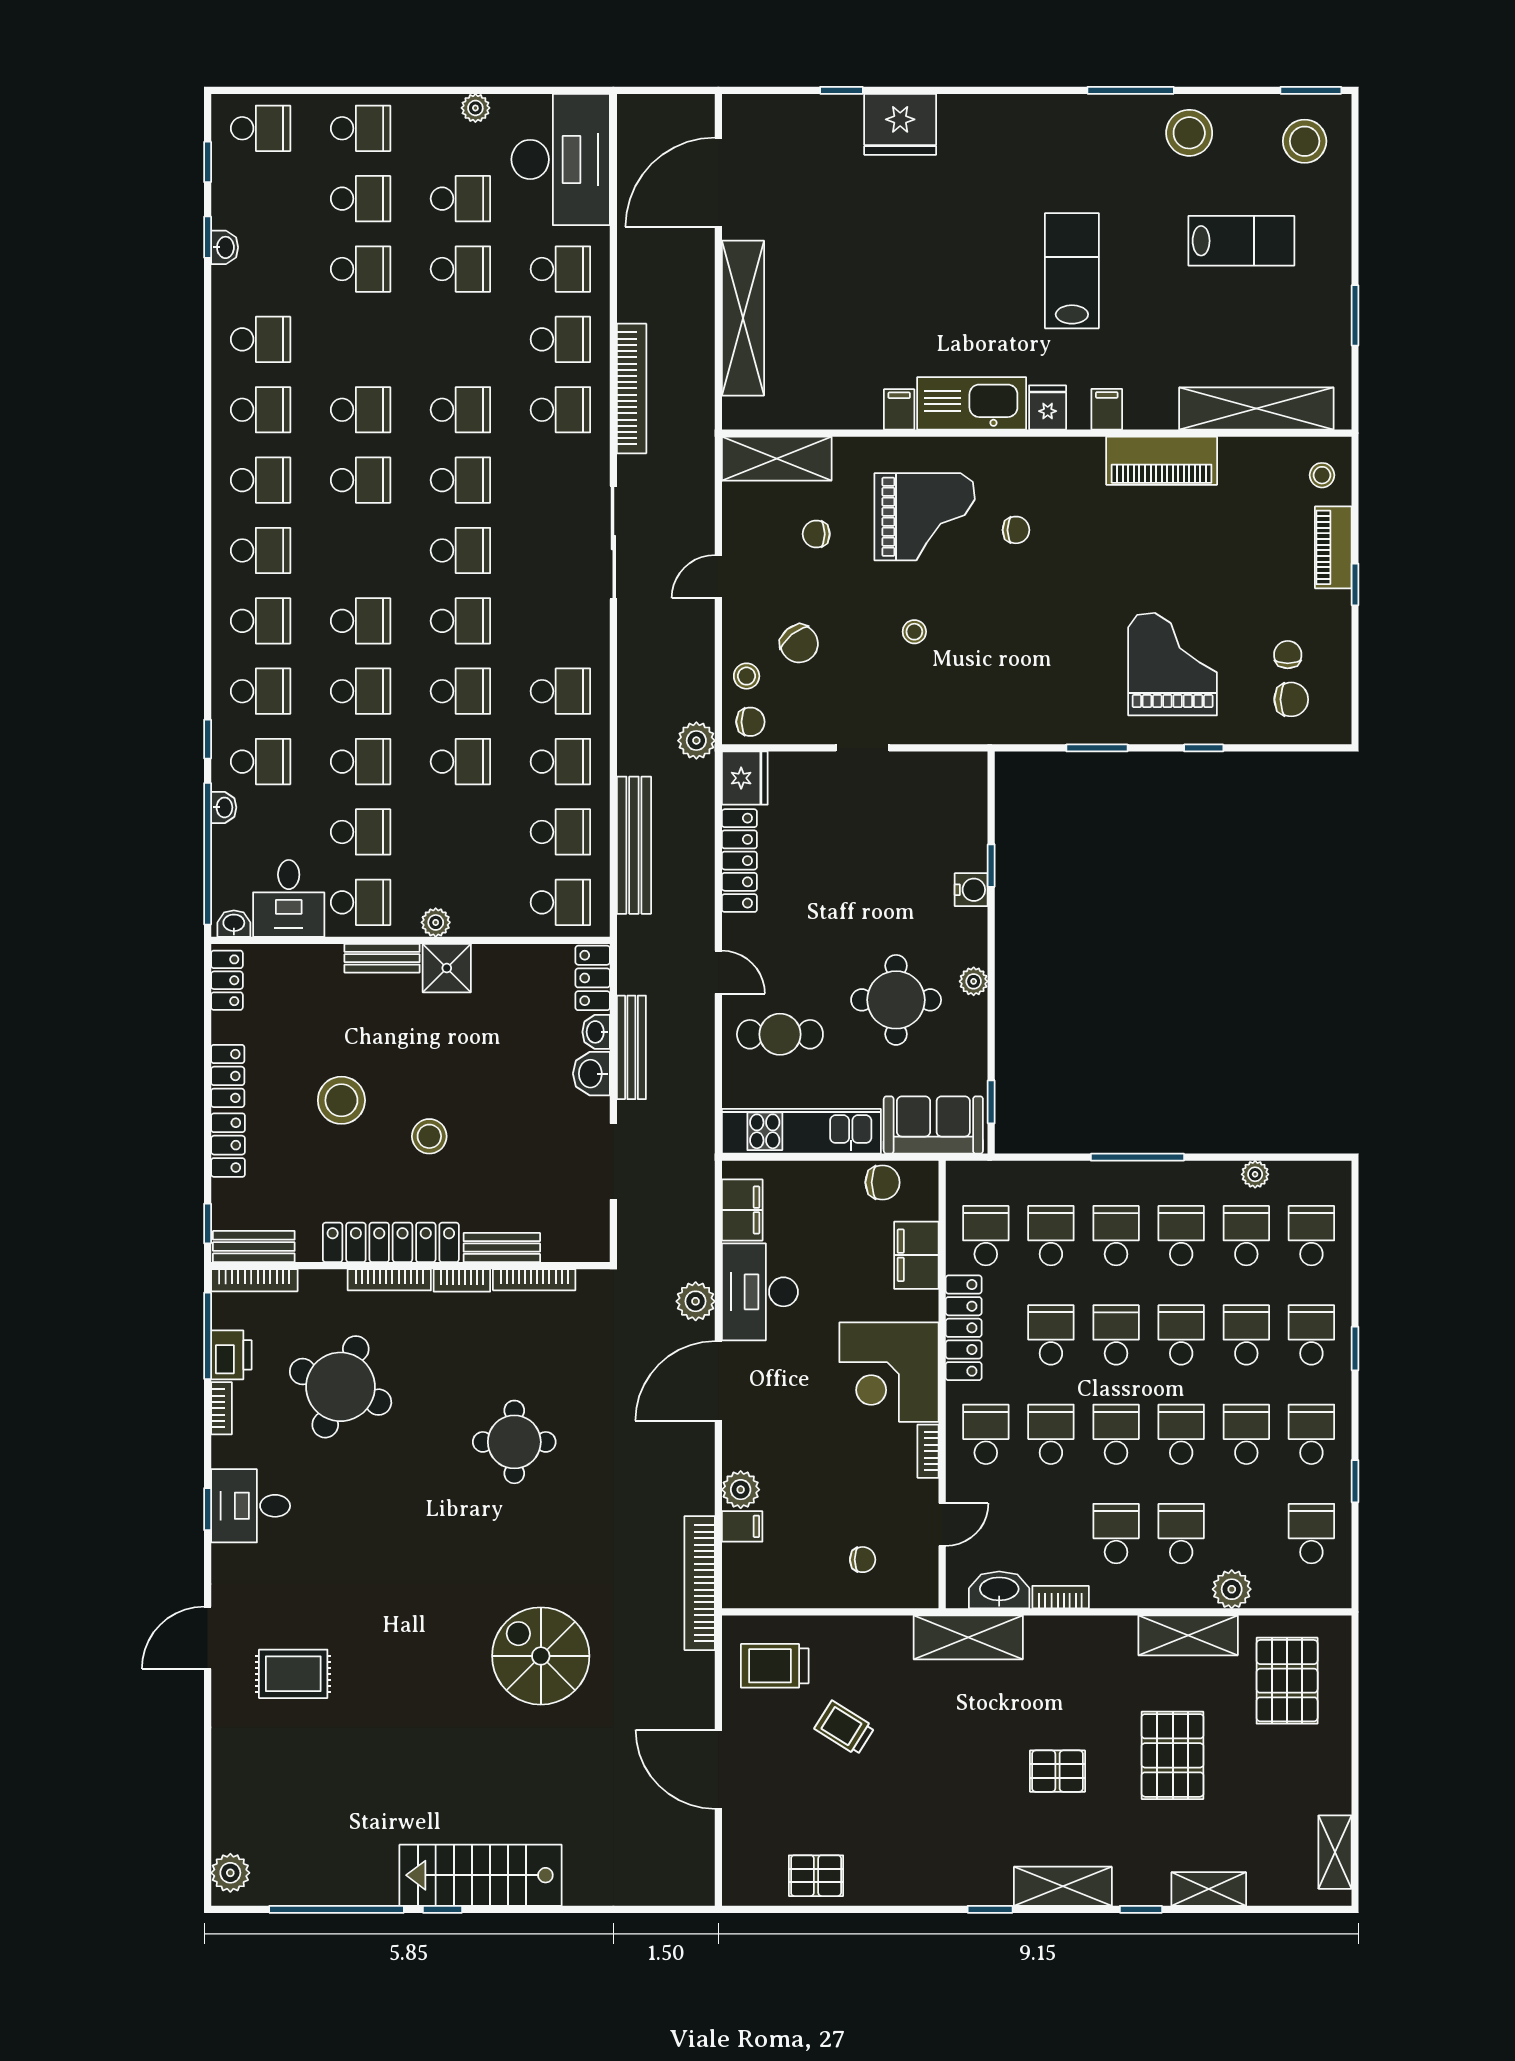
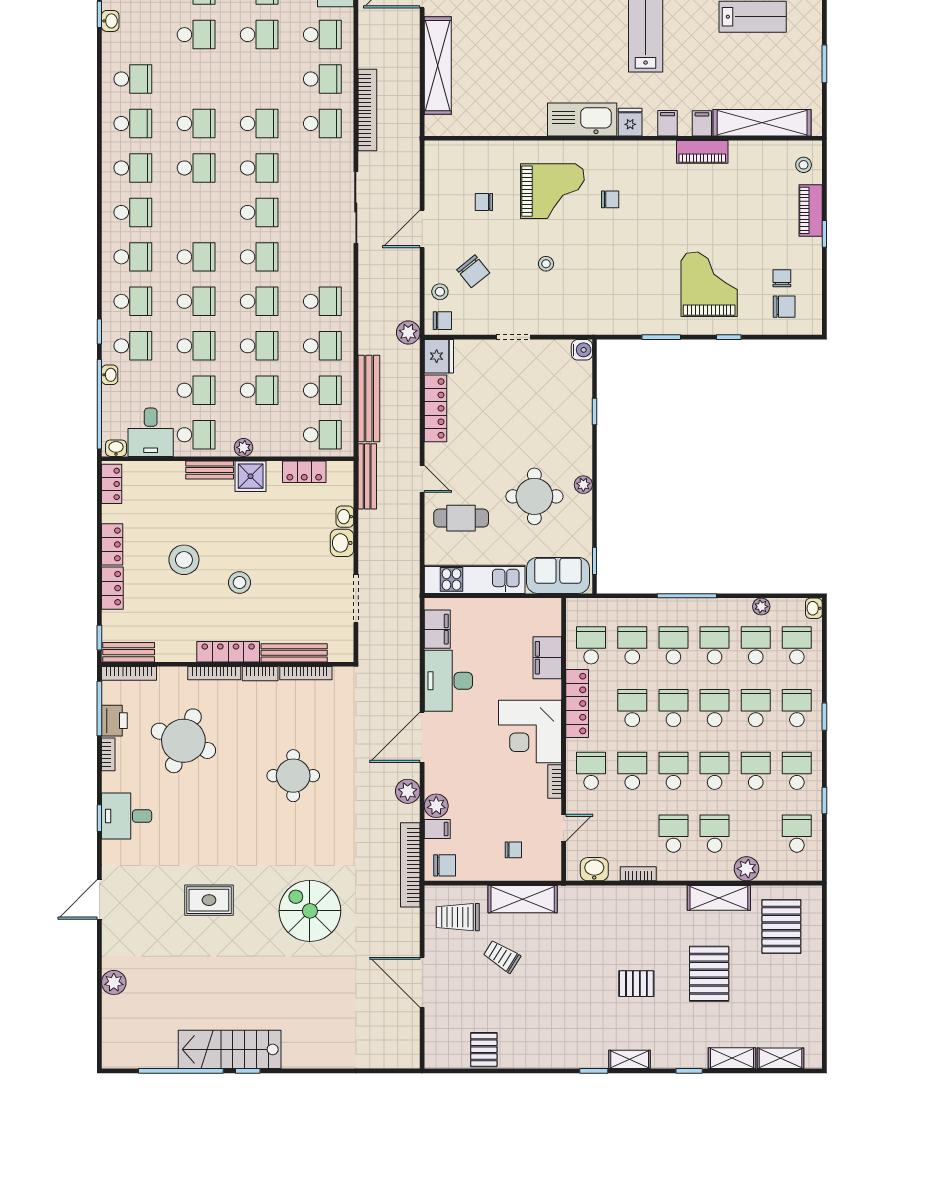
filing cabinet: (899, 409) -> (702, 123), moved
shelving: (777, 459) -> (459, 154), removed
piano: (1162, 461) -> (702, 152), width x0.73, depth x0.75
door: (718, 577) -> (422, 229), width x1.38
school desk: (460, 832) -> (259, 390), added
water cooler: (971, 890) -> (582, 350), moved
locker: (593, 978) -> (304, 472), moved, turned -90
bench: (631, 1047) -> (367, 476), moved
washbasin: (1338, 1177) -> (814, 608), added
chair: (882, 1182) -> (445, 865), moved
locker: (391, 1242) -> (228, 652), width x0.71, depth x0.83
bench: (502, 1248) -> (294, 653), width x1.36
plant: (696, 1301) -> (408, 791), moved
washbasin: (999, 1590) -> (594, 869), width x0.72
shelving: (968, 1637) -> (523, 899), moved
rug: (293, 1674) -> (209, 900), moved
shelving: (1335, 1852) -> (781, 1058), moved, turned 90
plant: (230, 1873) -> (114, 982), moved
stairs: (481, 1875) -> (230, 1049), moved
pallet: (816, 1876) -> (484, 1050), turned 90
shelving: (1063, 1886) -> (630, 1059), width x0.67, depth x0.75

